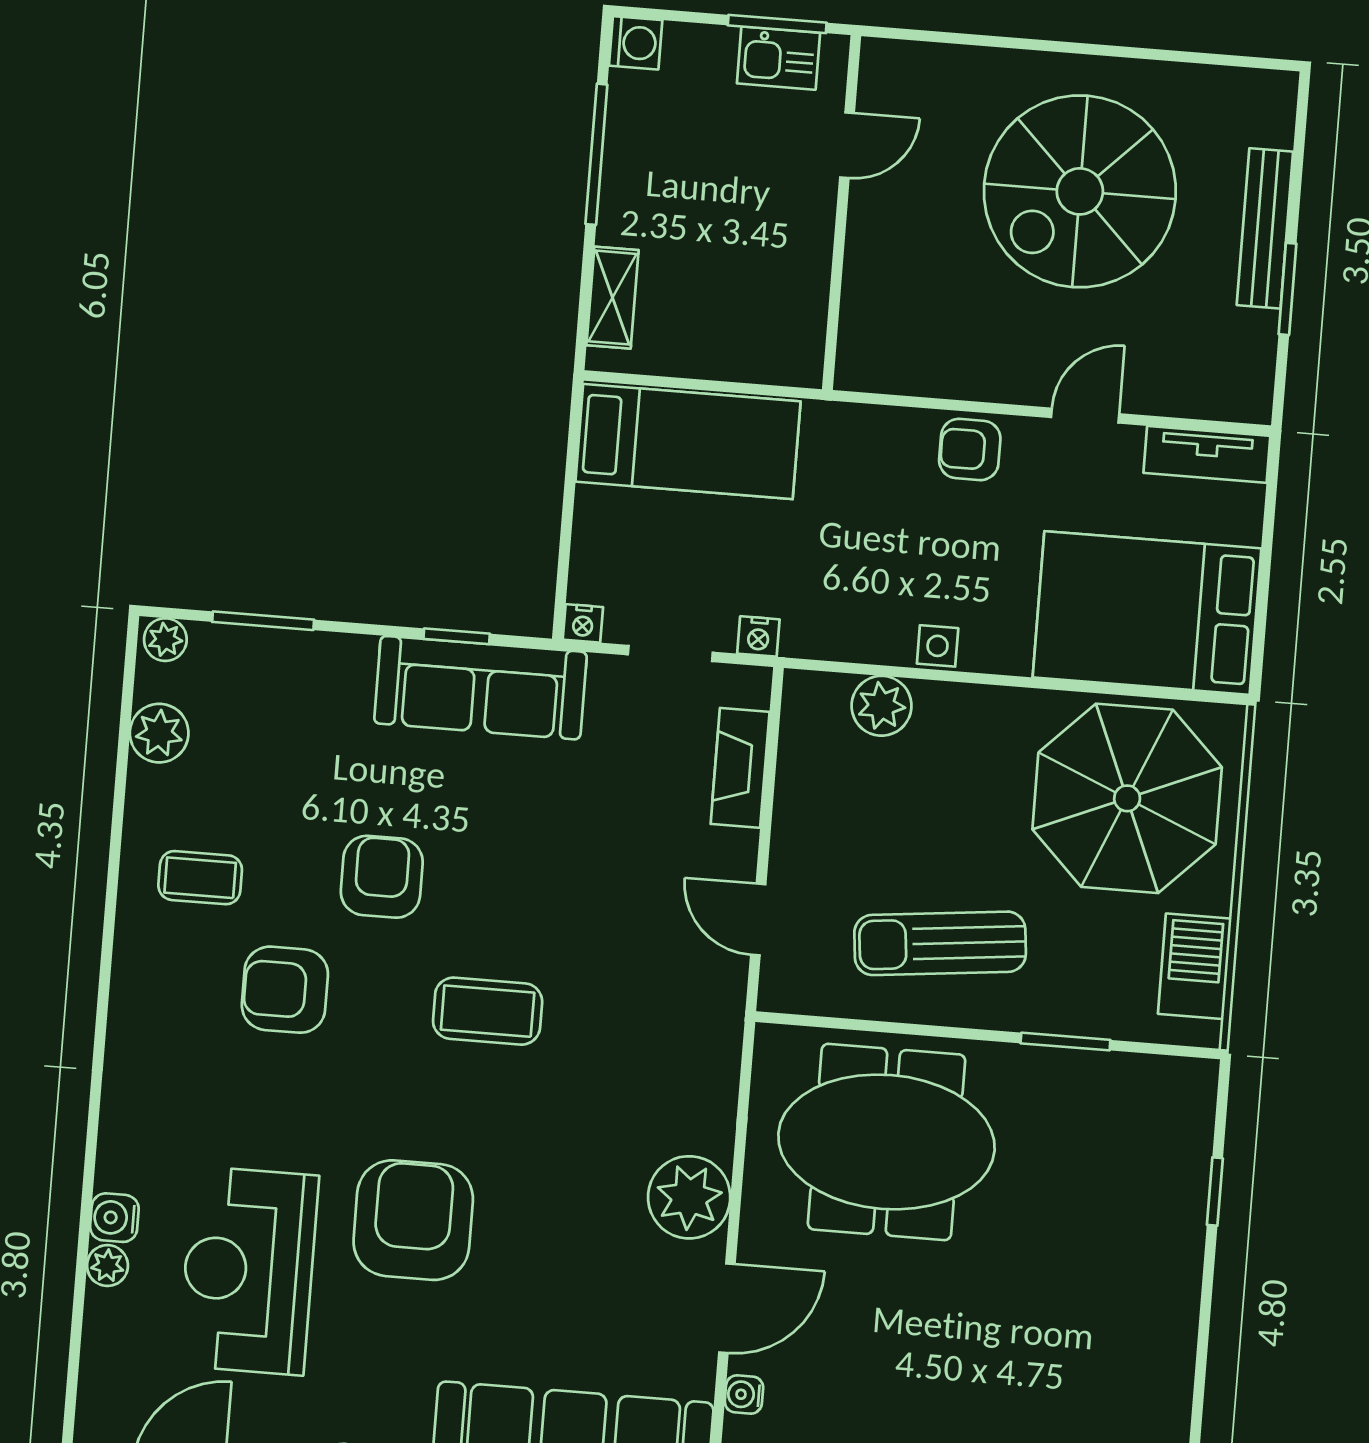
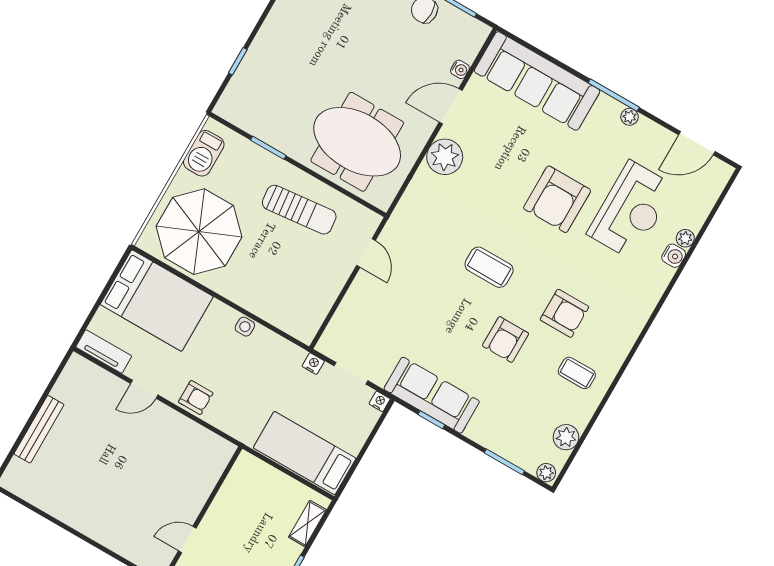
spiral stairs: (1080, 191) -> (105, 478), removed
window: (1287, 289) -> (41, 401), removed
plant: (881, 706) -> (278, 314), removed
fireplace: (740, 768) -> (345, 316), removed

